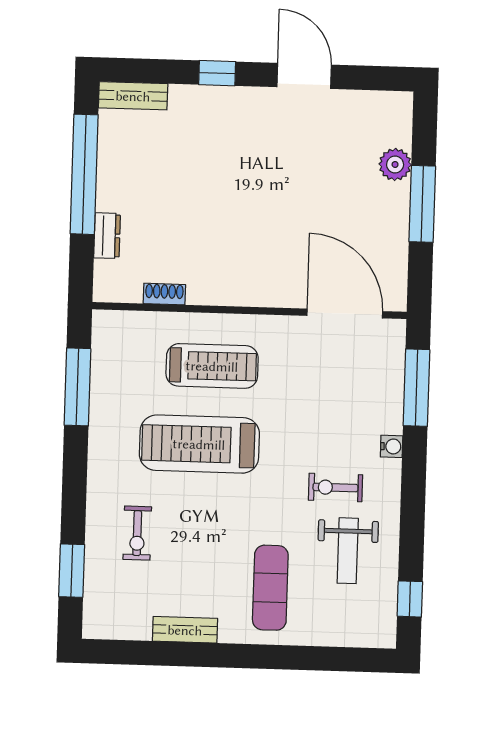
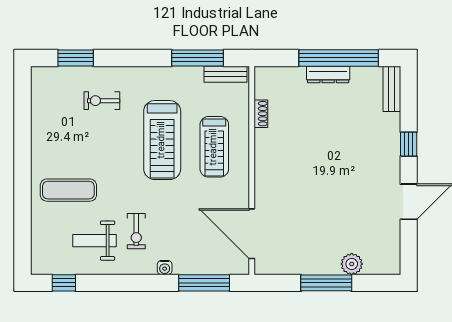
dresser: (107, 236) -> (328, 74), moved, width x1.44
door: (345, 313) -> (252, 234), swing flipped
treadmill: (199, 444) -> (162, 140), turned 180
exercise bike: (335, 487) -> (136, 231), turned 180
bench: (185, 630) -> (225, 74), moved, turned 90

